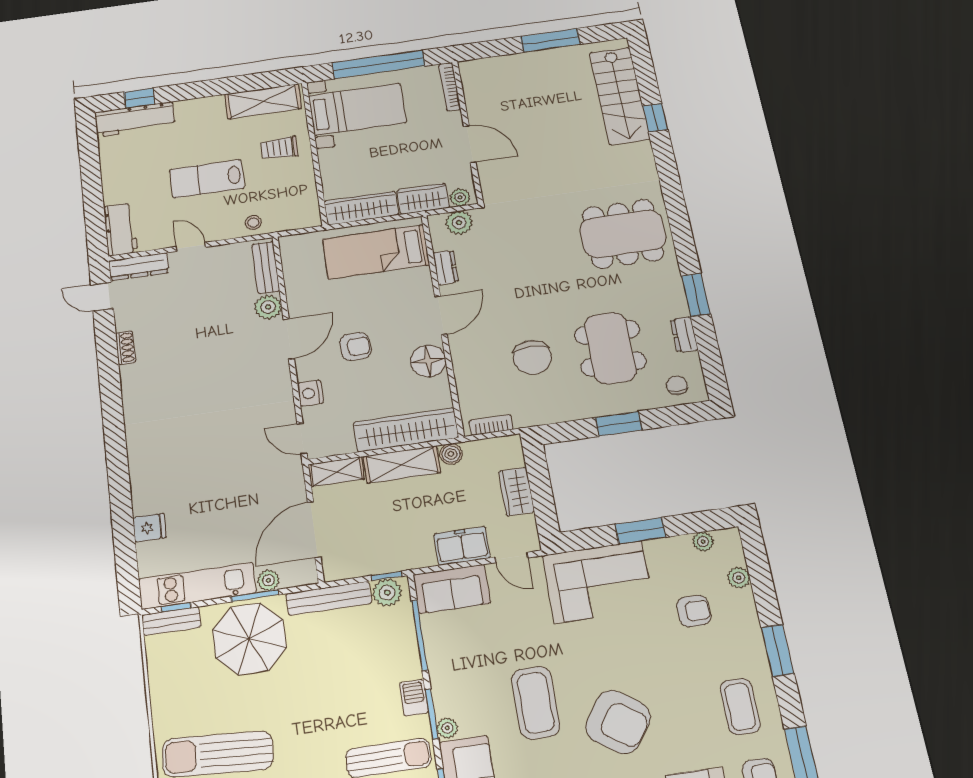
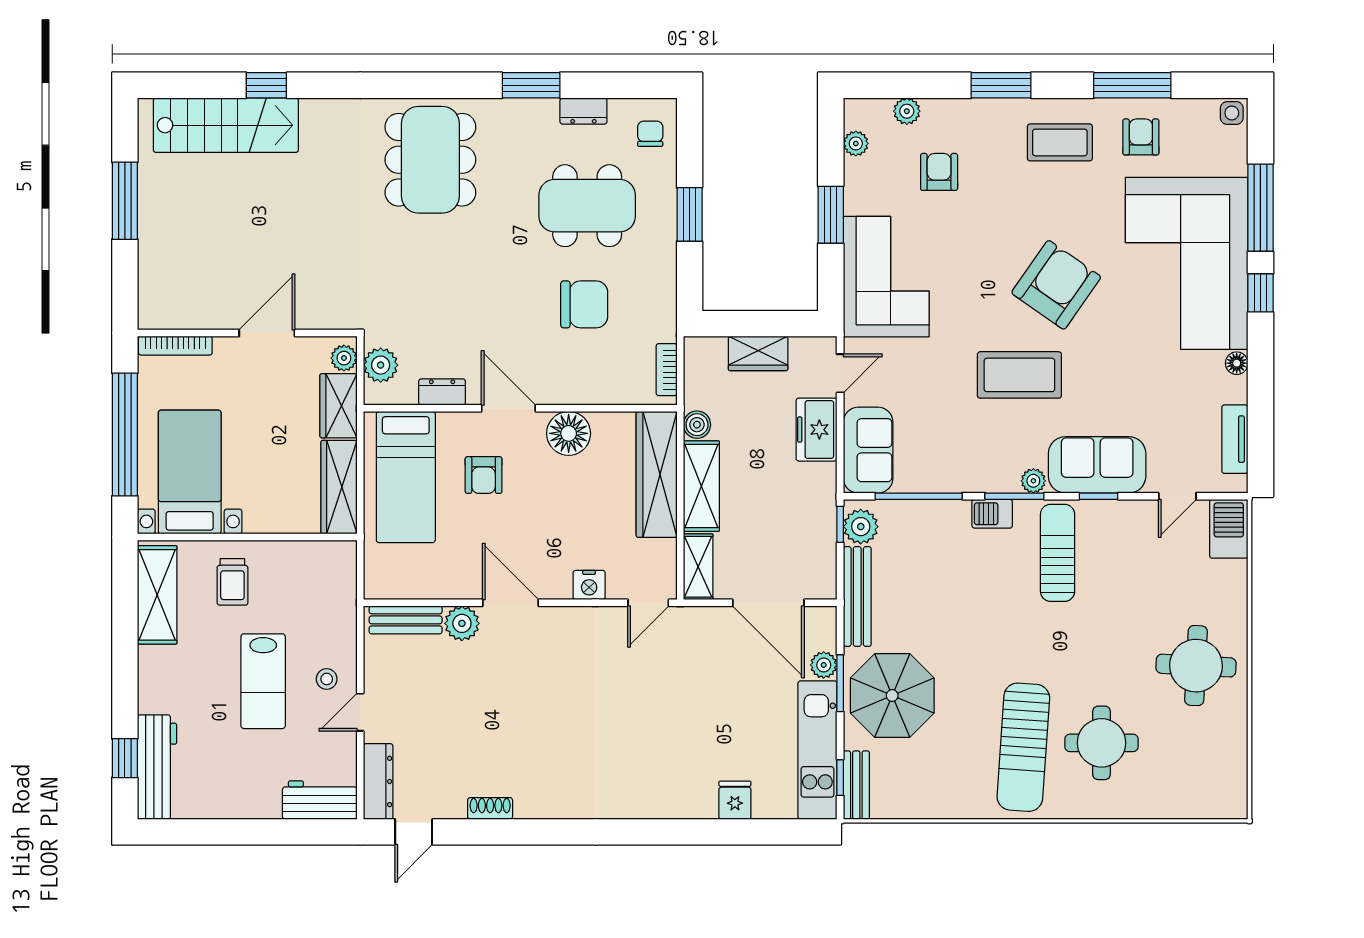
stool: (253, 223) -> (327, 679), moved
armchair: (355, 347) -> (484, 475), moved, turned 180
chair: (677, 385) -> (650, 134), turned 90

